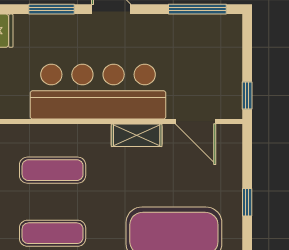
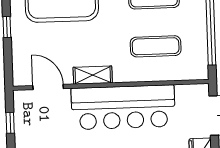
window: (247, 96) -> (10, 123), moved

